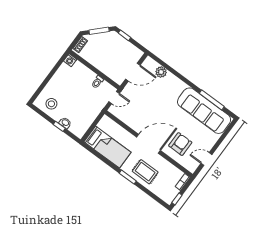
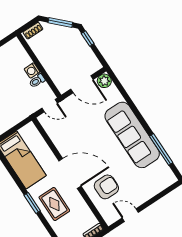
washing machine: (70, 60) -> (32, 70), moved
plant: (161, 72) -> (104, 81), moved
sofa: (204, 111) -> (132, 135), moved

